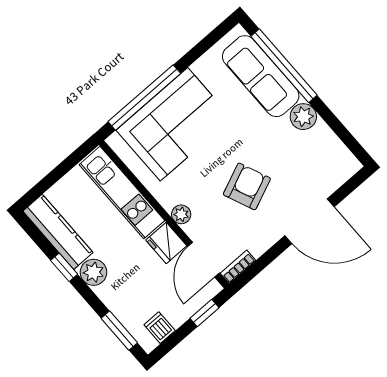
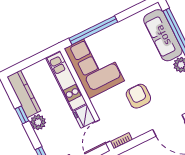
corner sofa: (174, 124) -> (94, 65), moved, turned -90
armchair: (247, 186) -> (138, 96), turned -67
plant: (181, 214) -> (97, 102), removed

